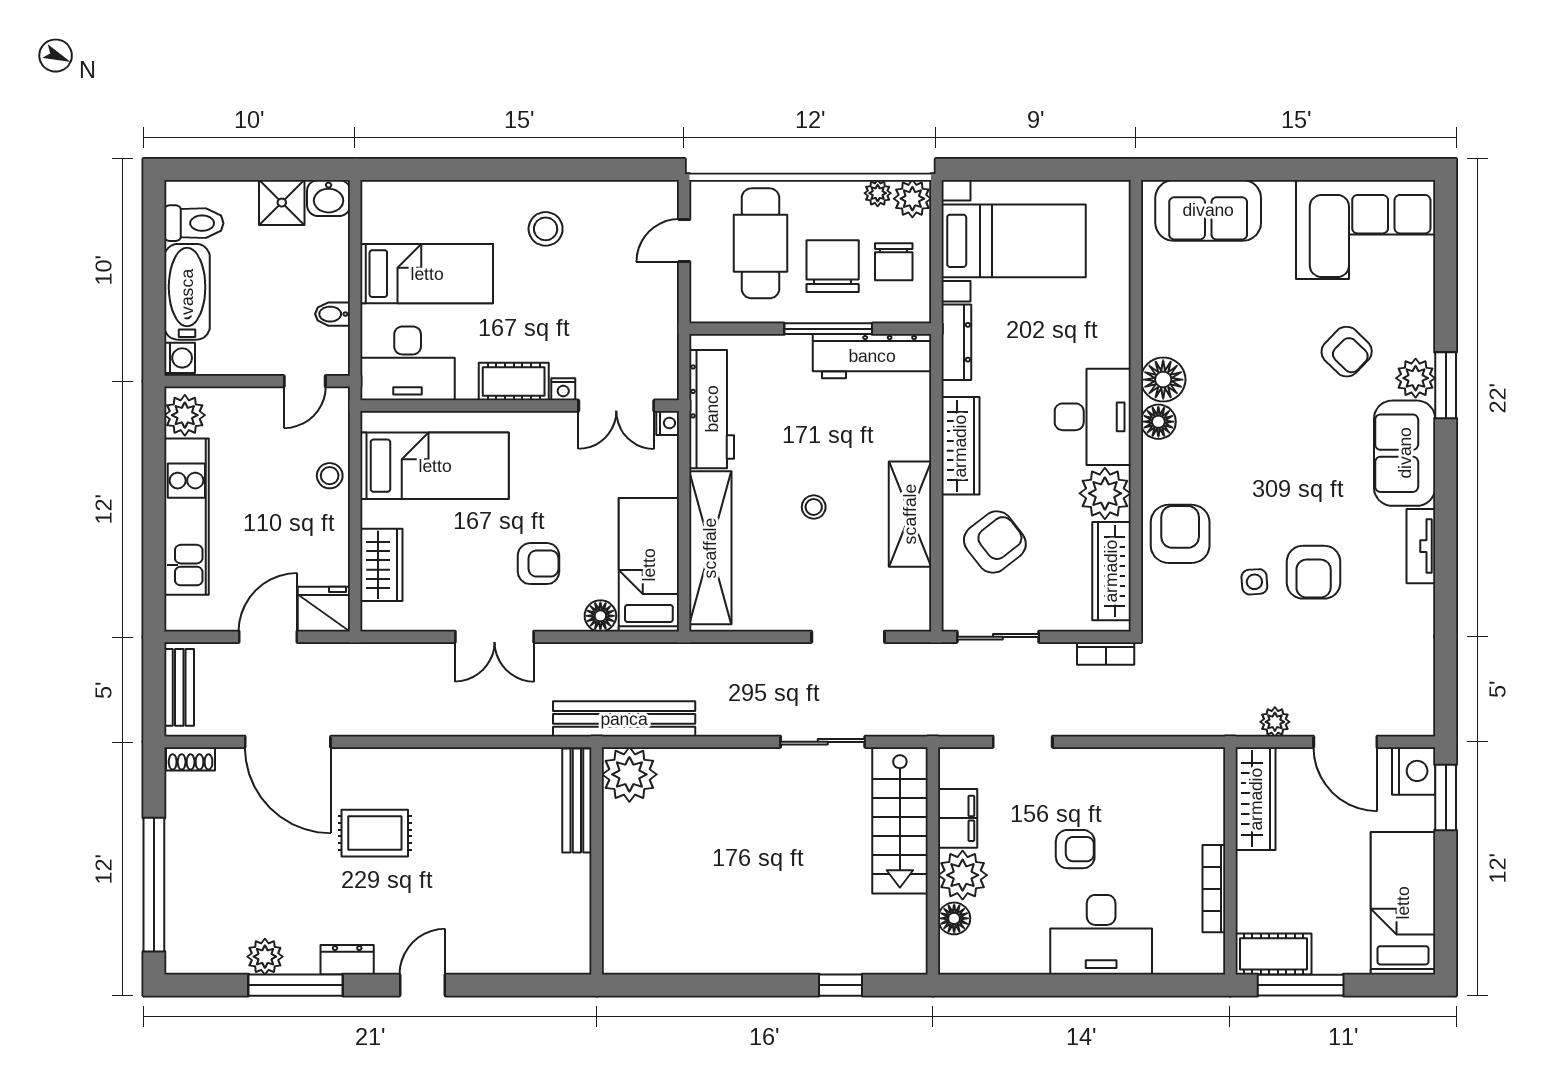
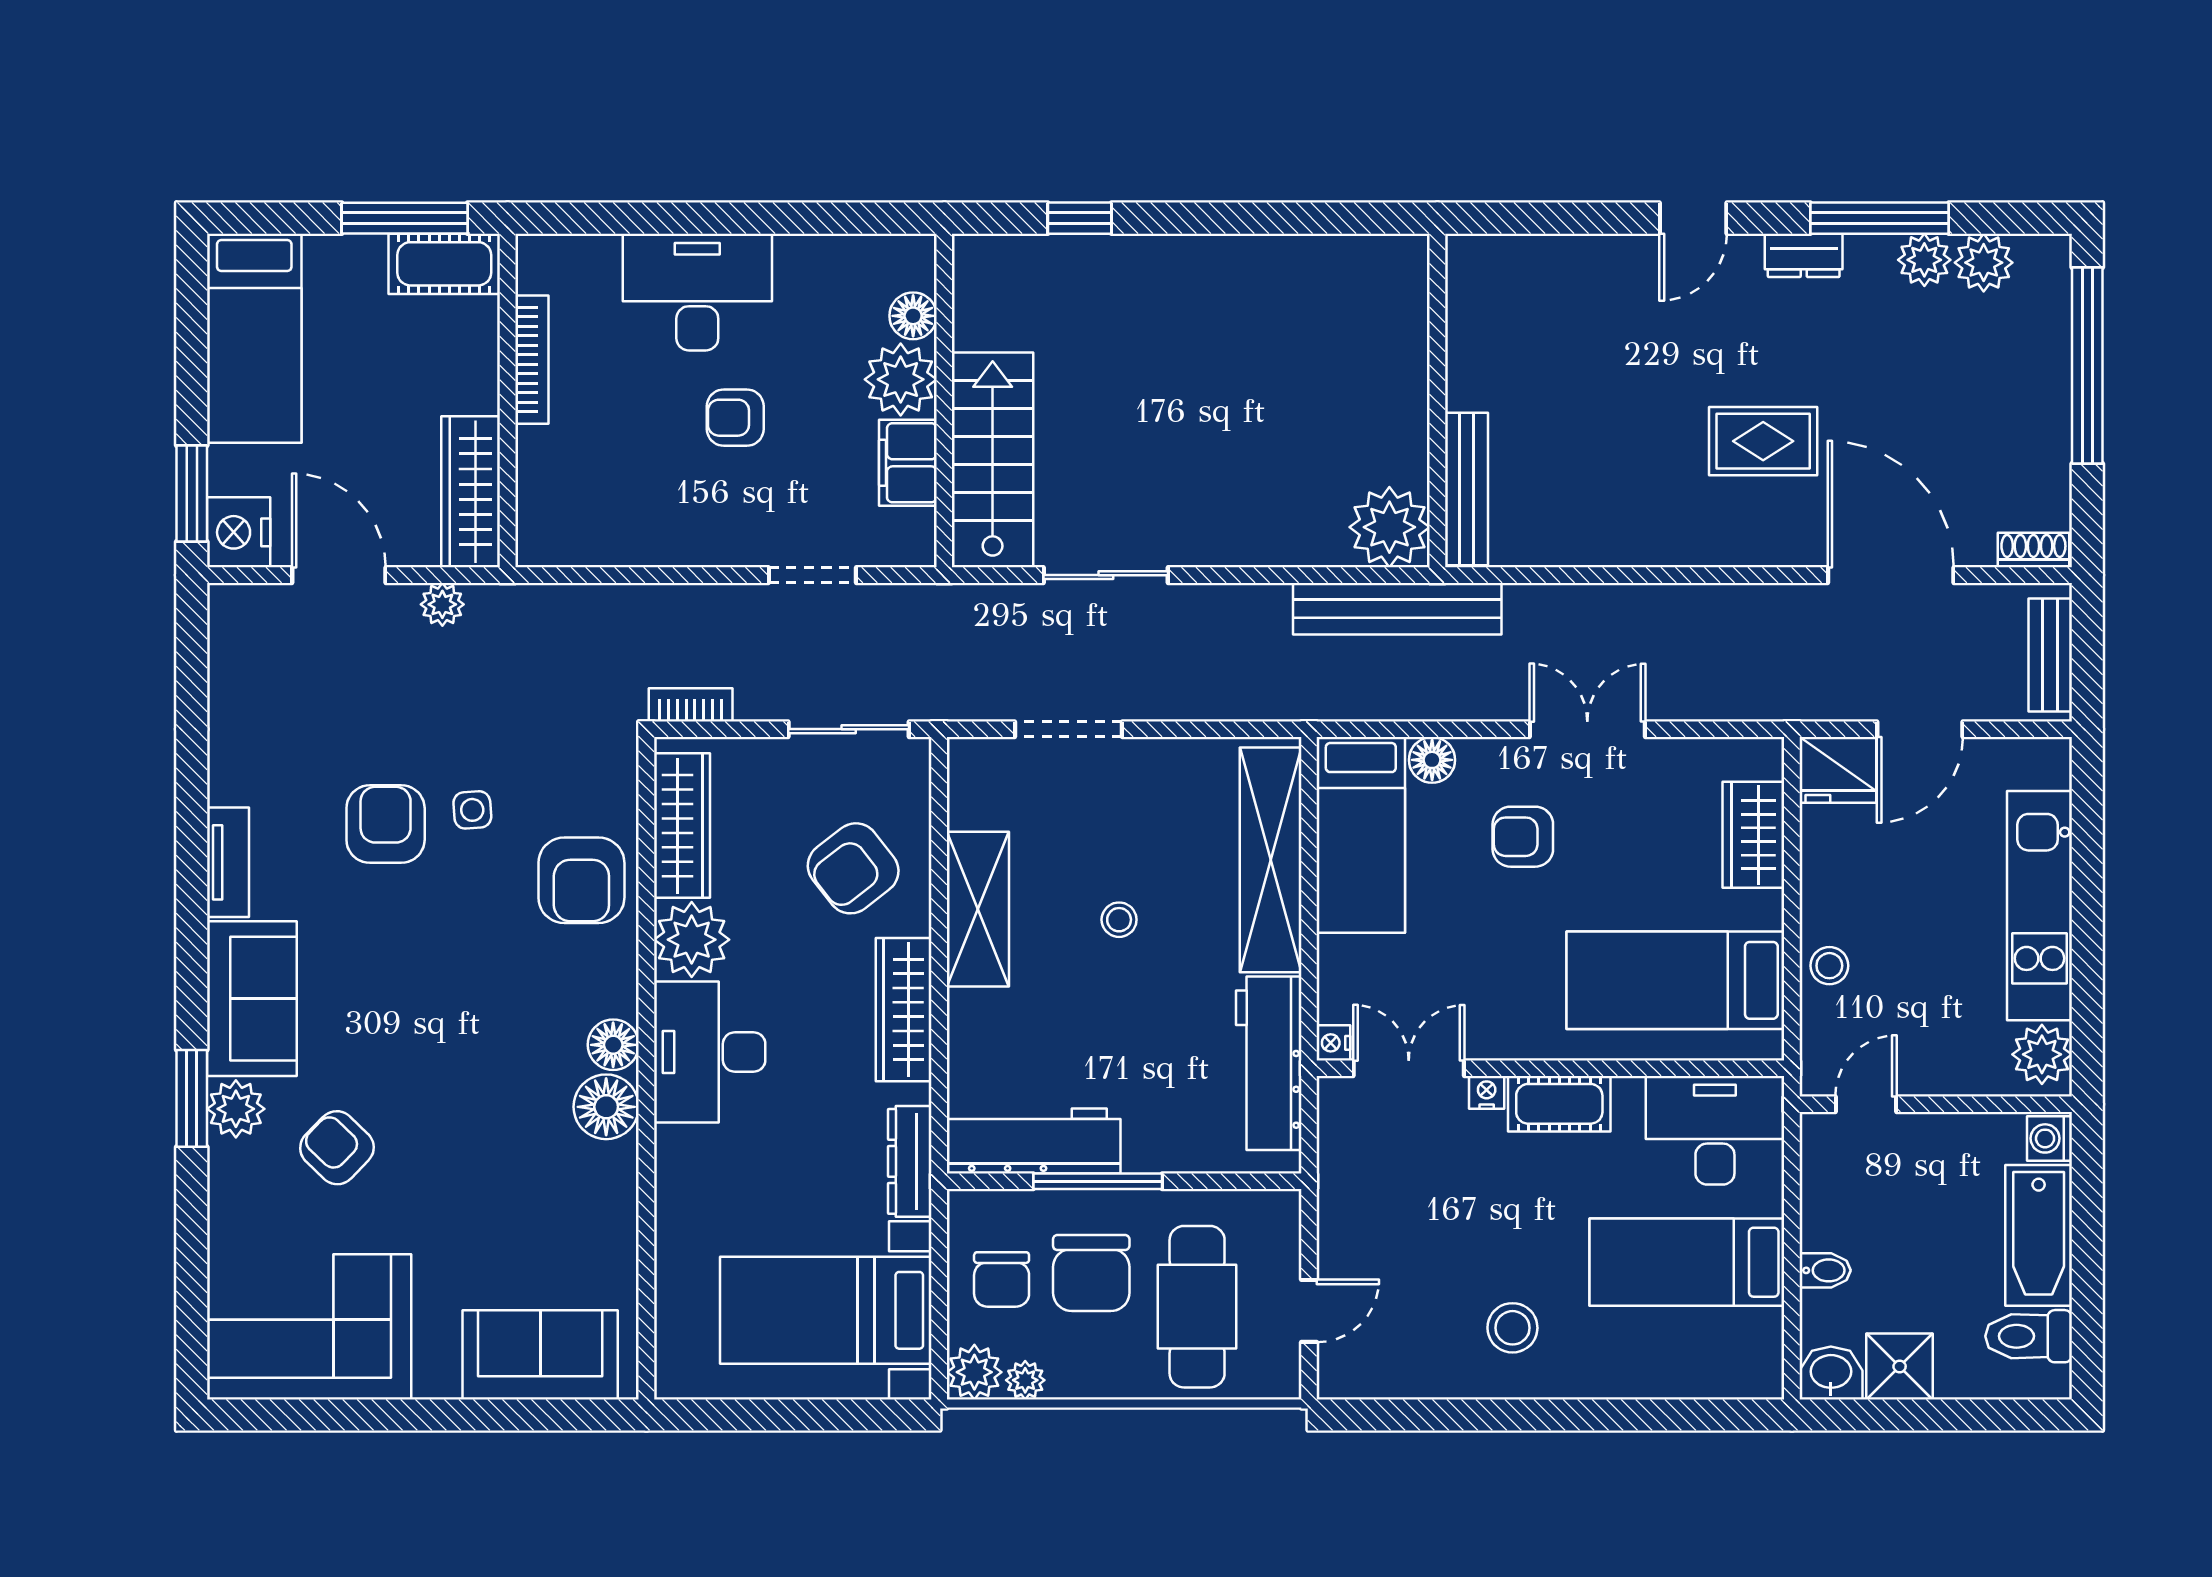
chair: (894, 262) -> (1002, 1279), turned 180
bidet: (333, 314) -> (1825, 1270), moved
plant: (224, 955) -> (1984, 263), added

